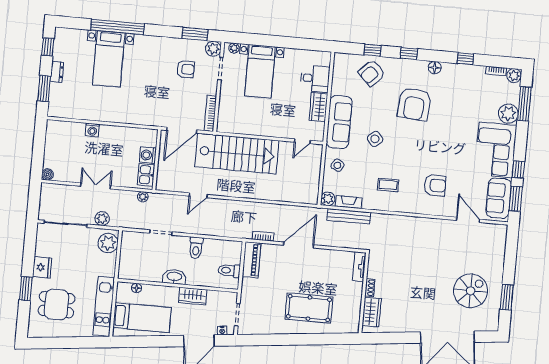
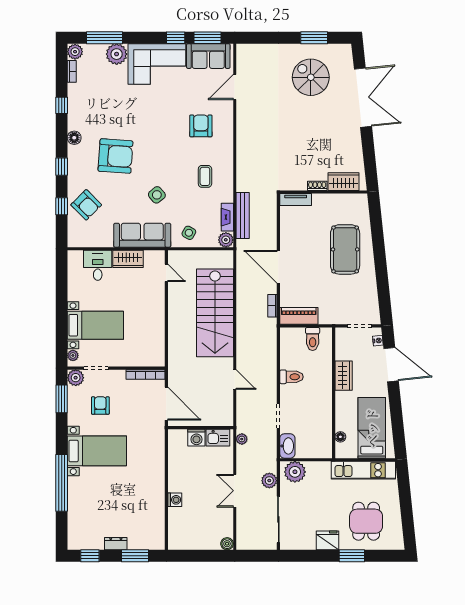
bed with nightstands: (109, 59) -> (97, 451), moved
stairs: (237, 154) -> (215, 313), moved, turned 180
washbasin: (174, 277) -> (287, 446), moved, turned 180

